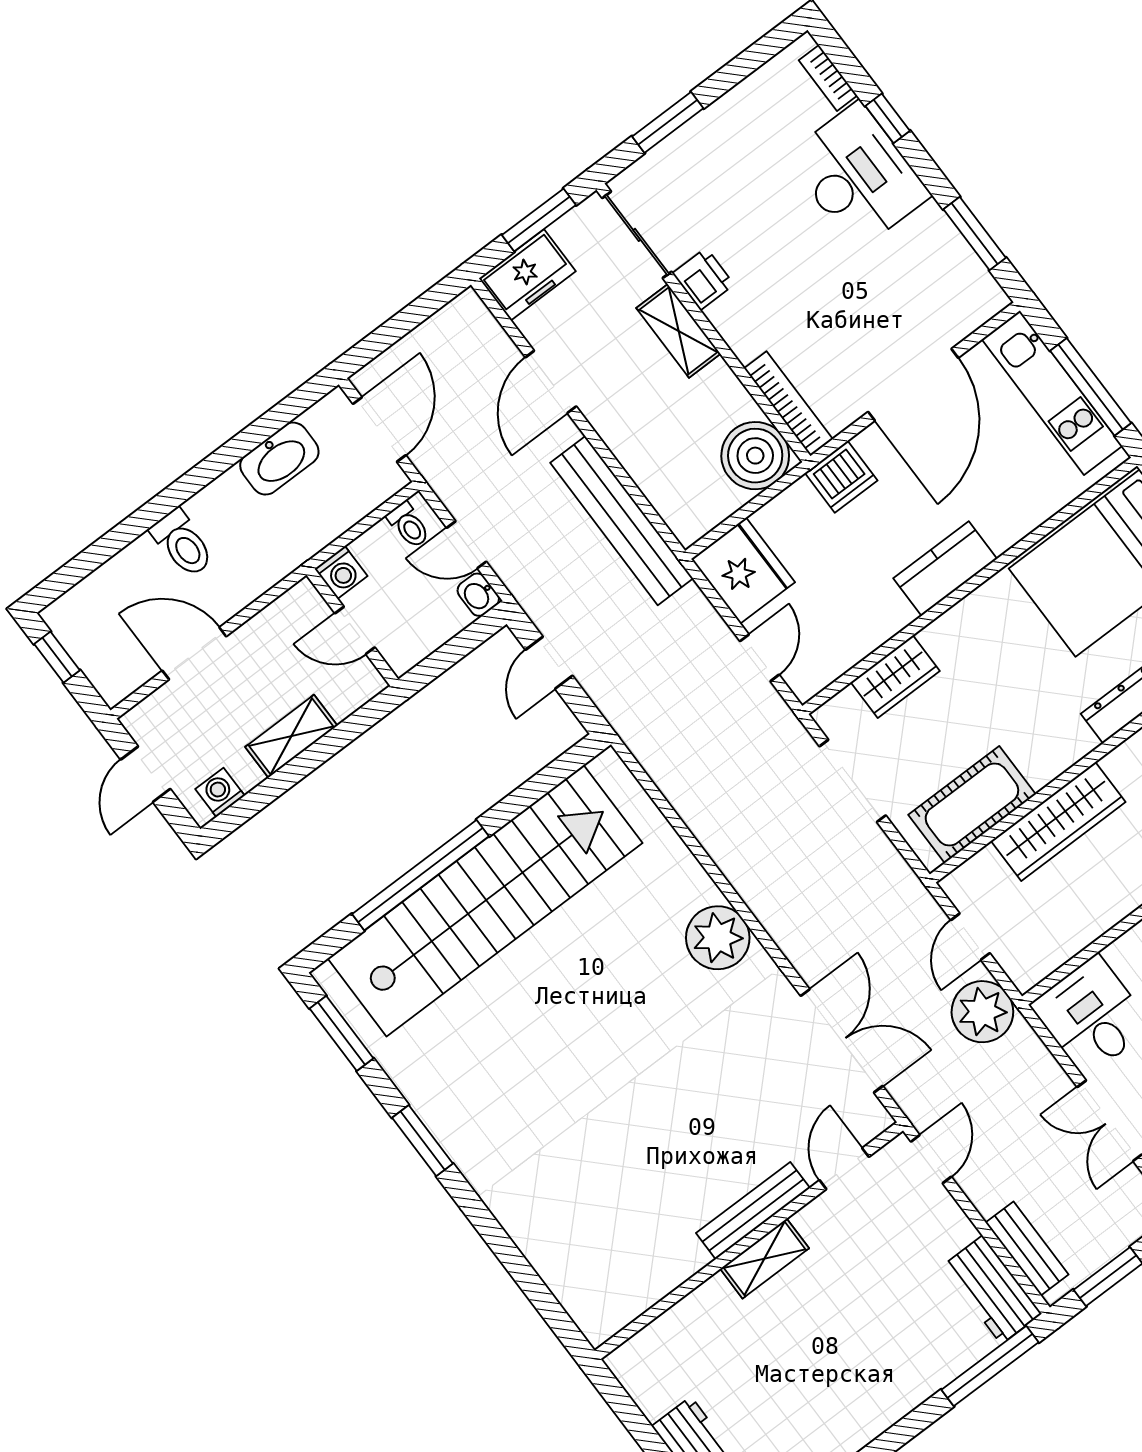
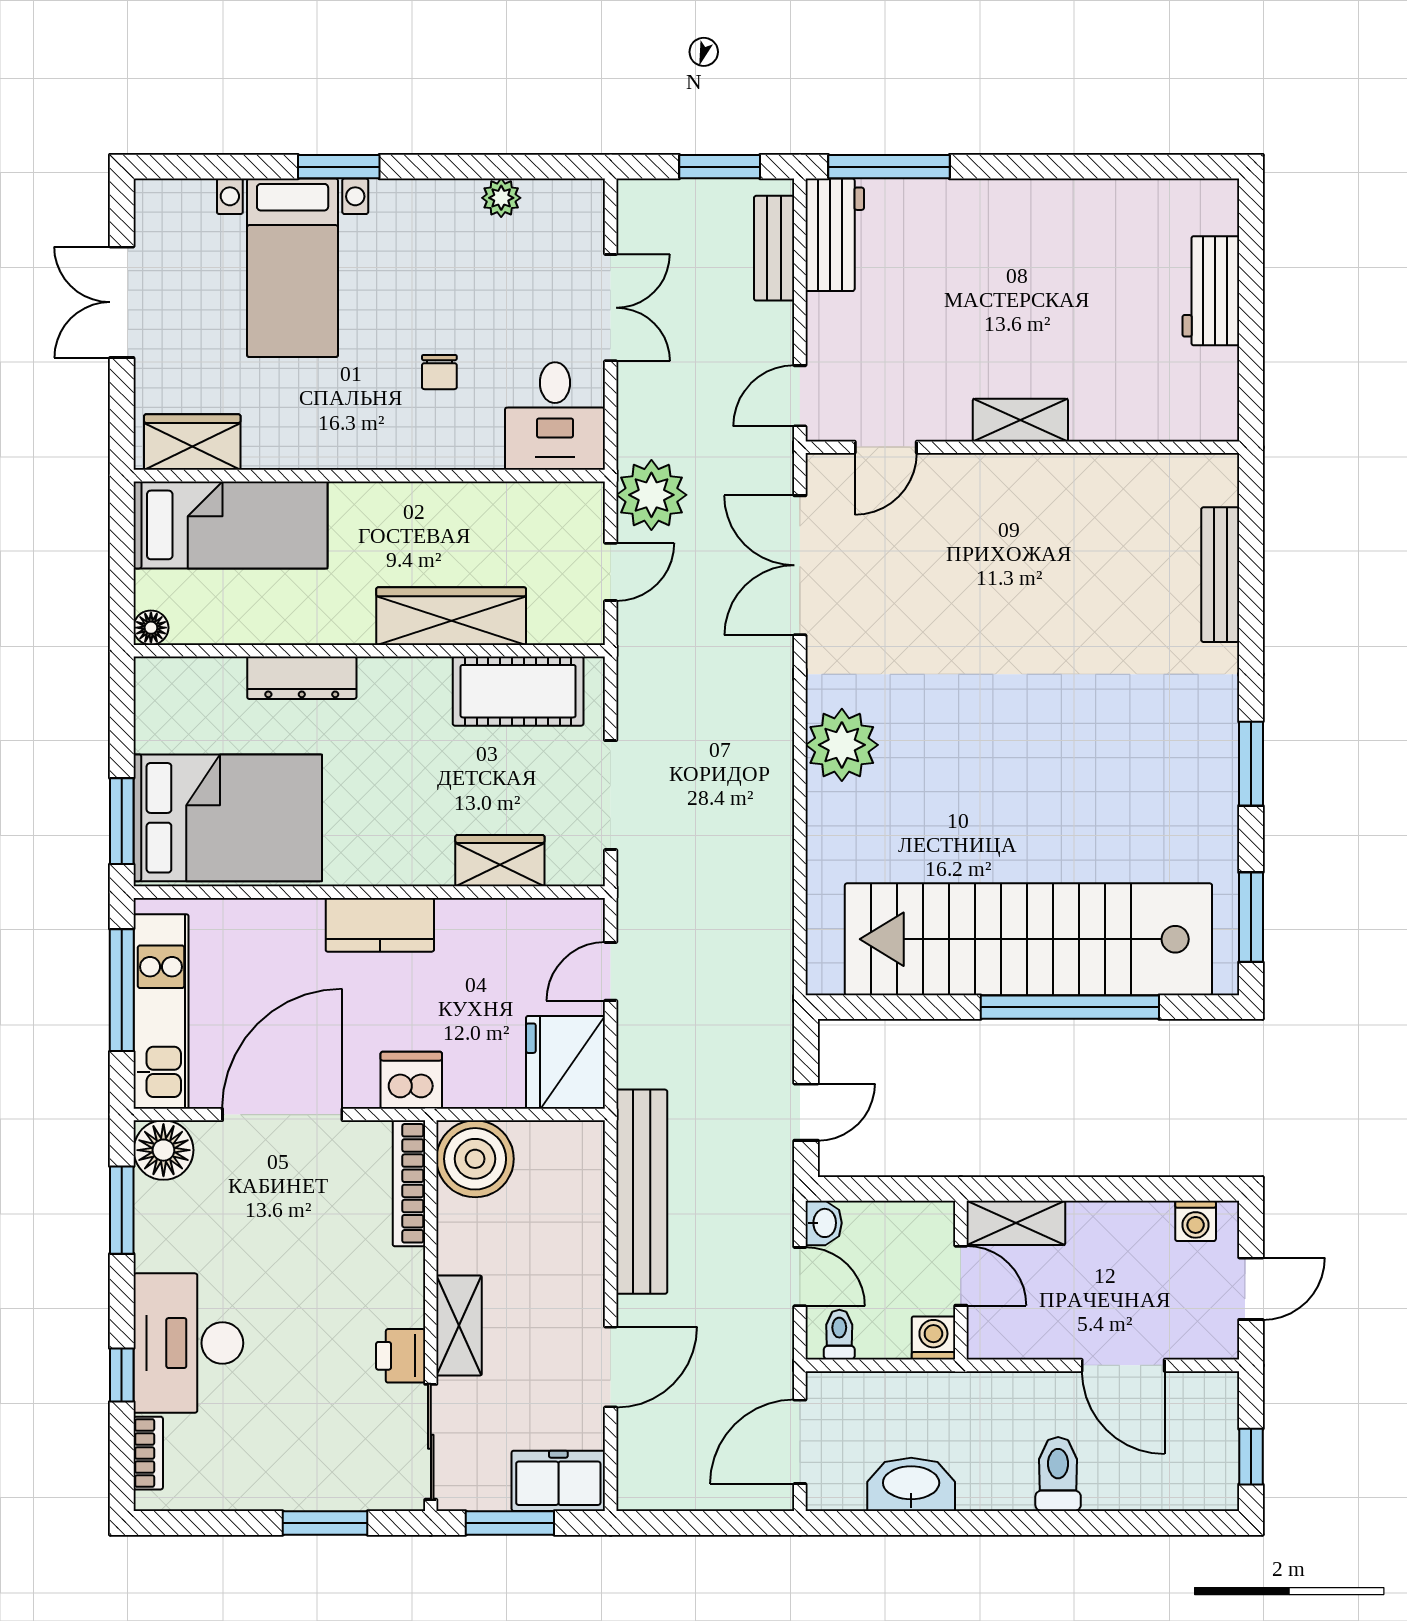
floor lamp: (977, 297) -> (163, 1150), added
shelving: (291, 736) -> (1016, 1223), moved
bench: (753, 1211) -> (1220, 575), moved, turned 90

